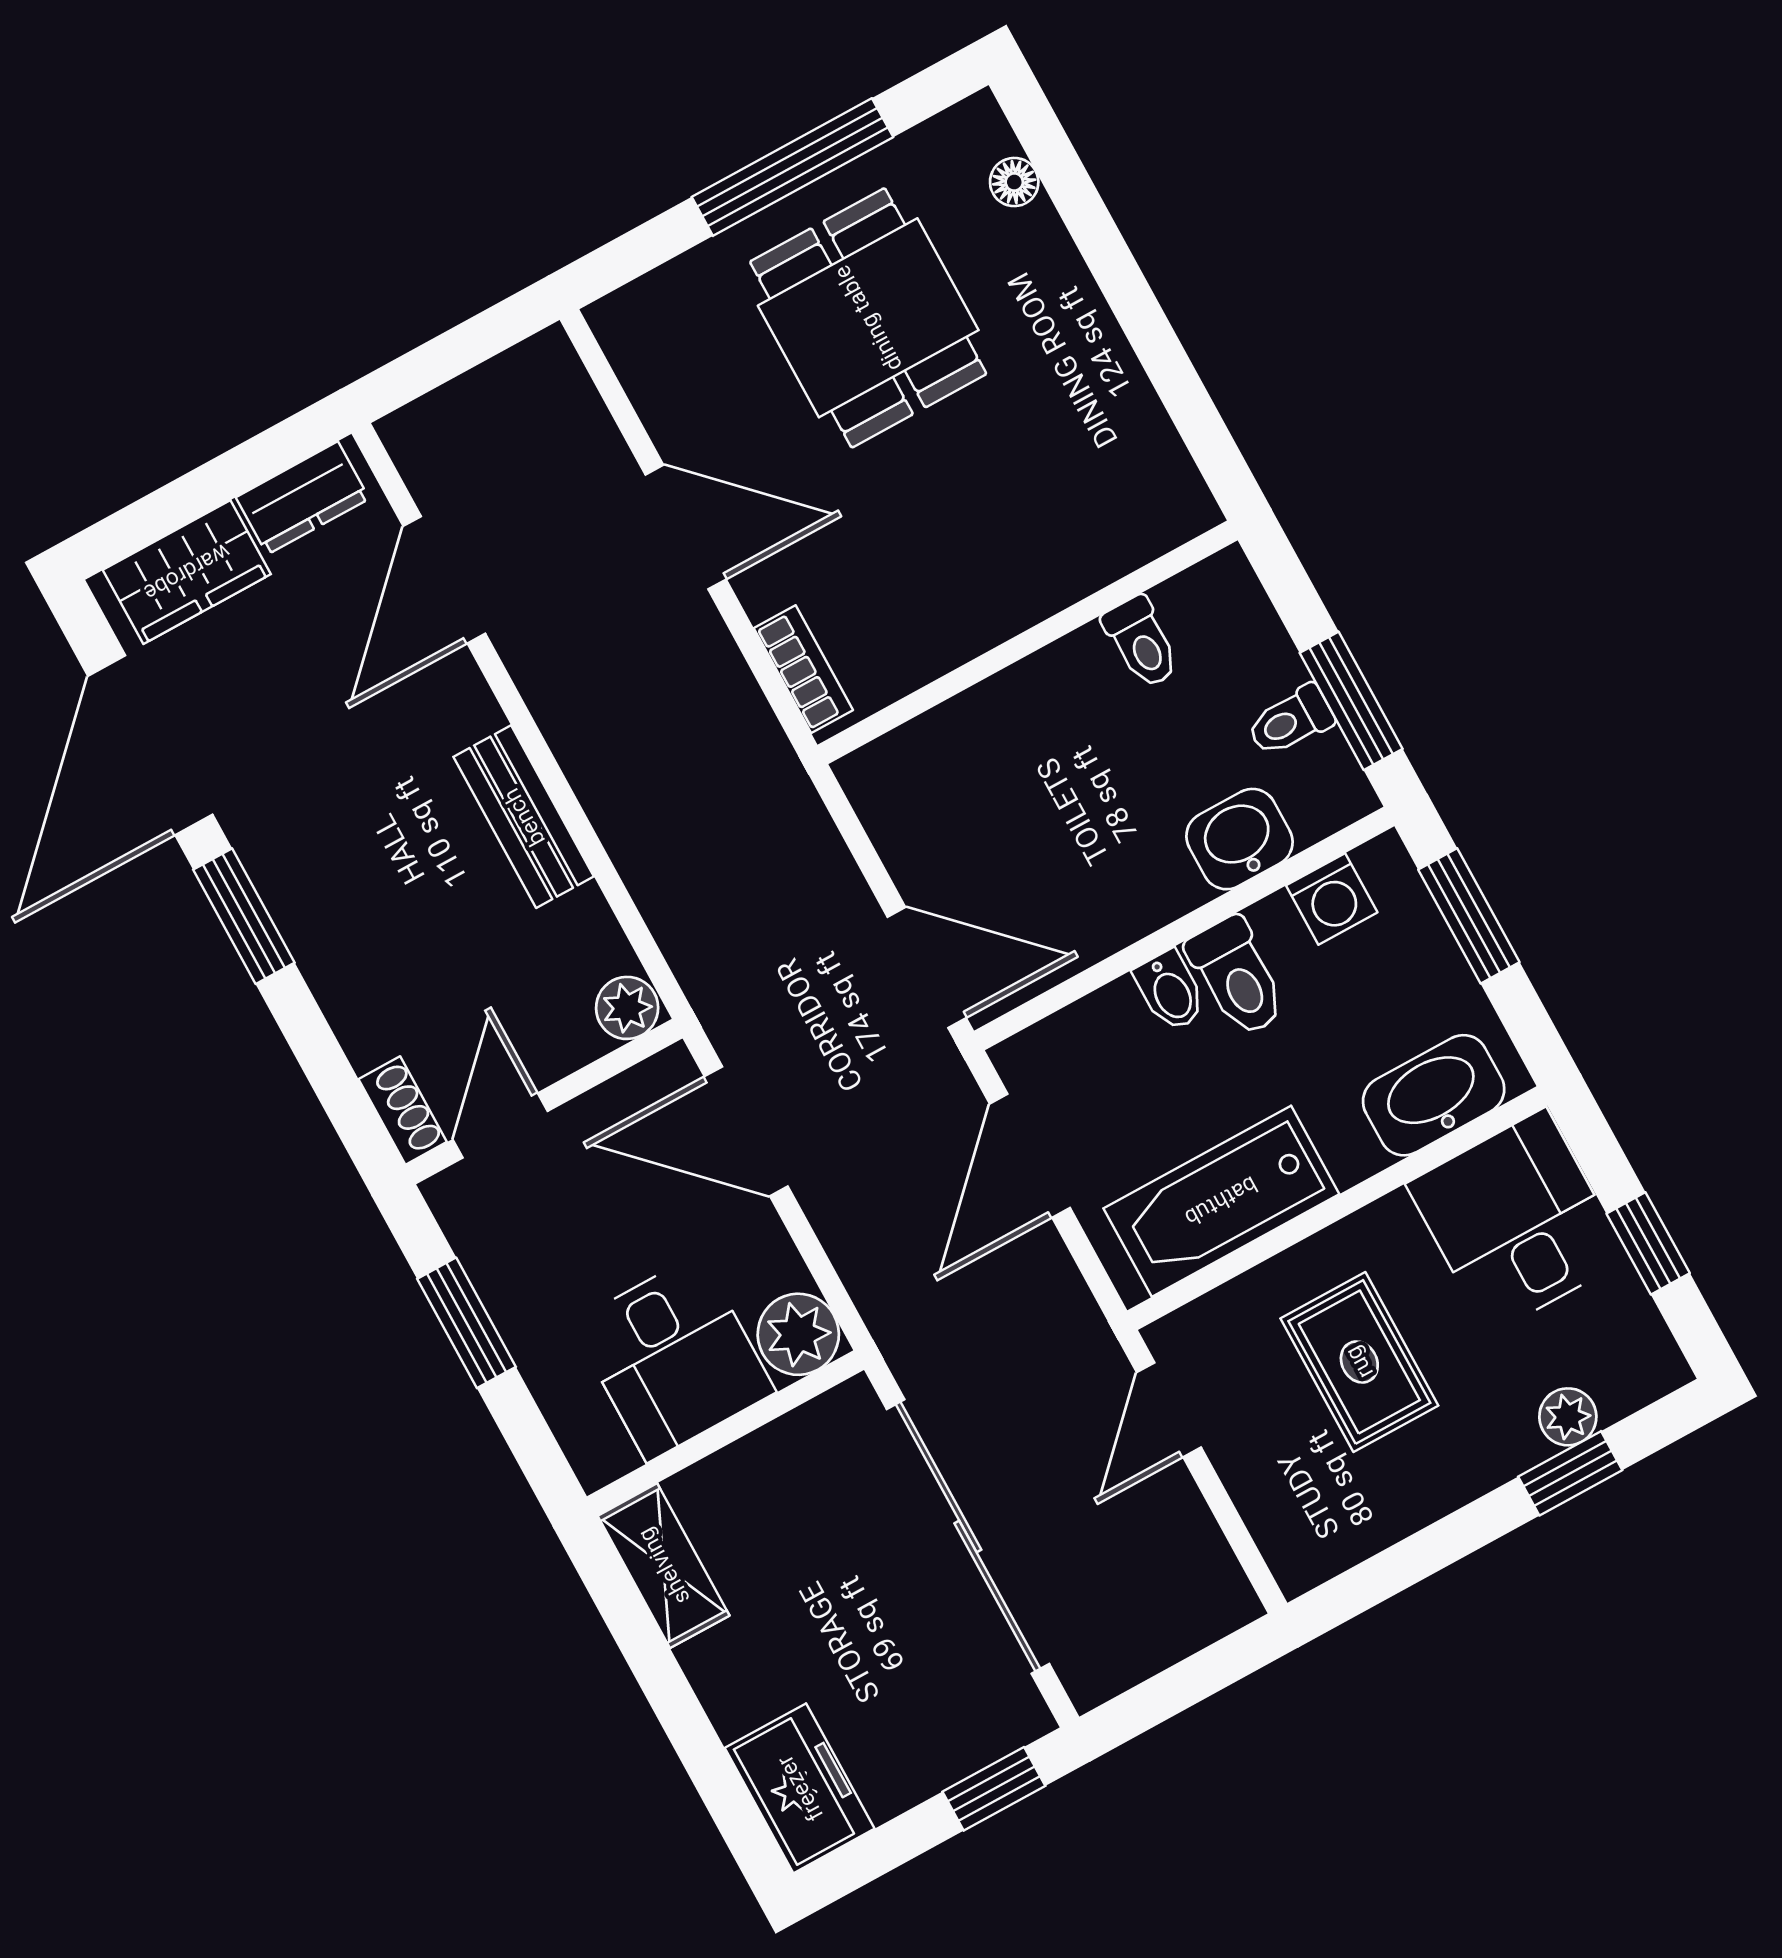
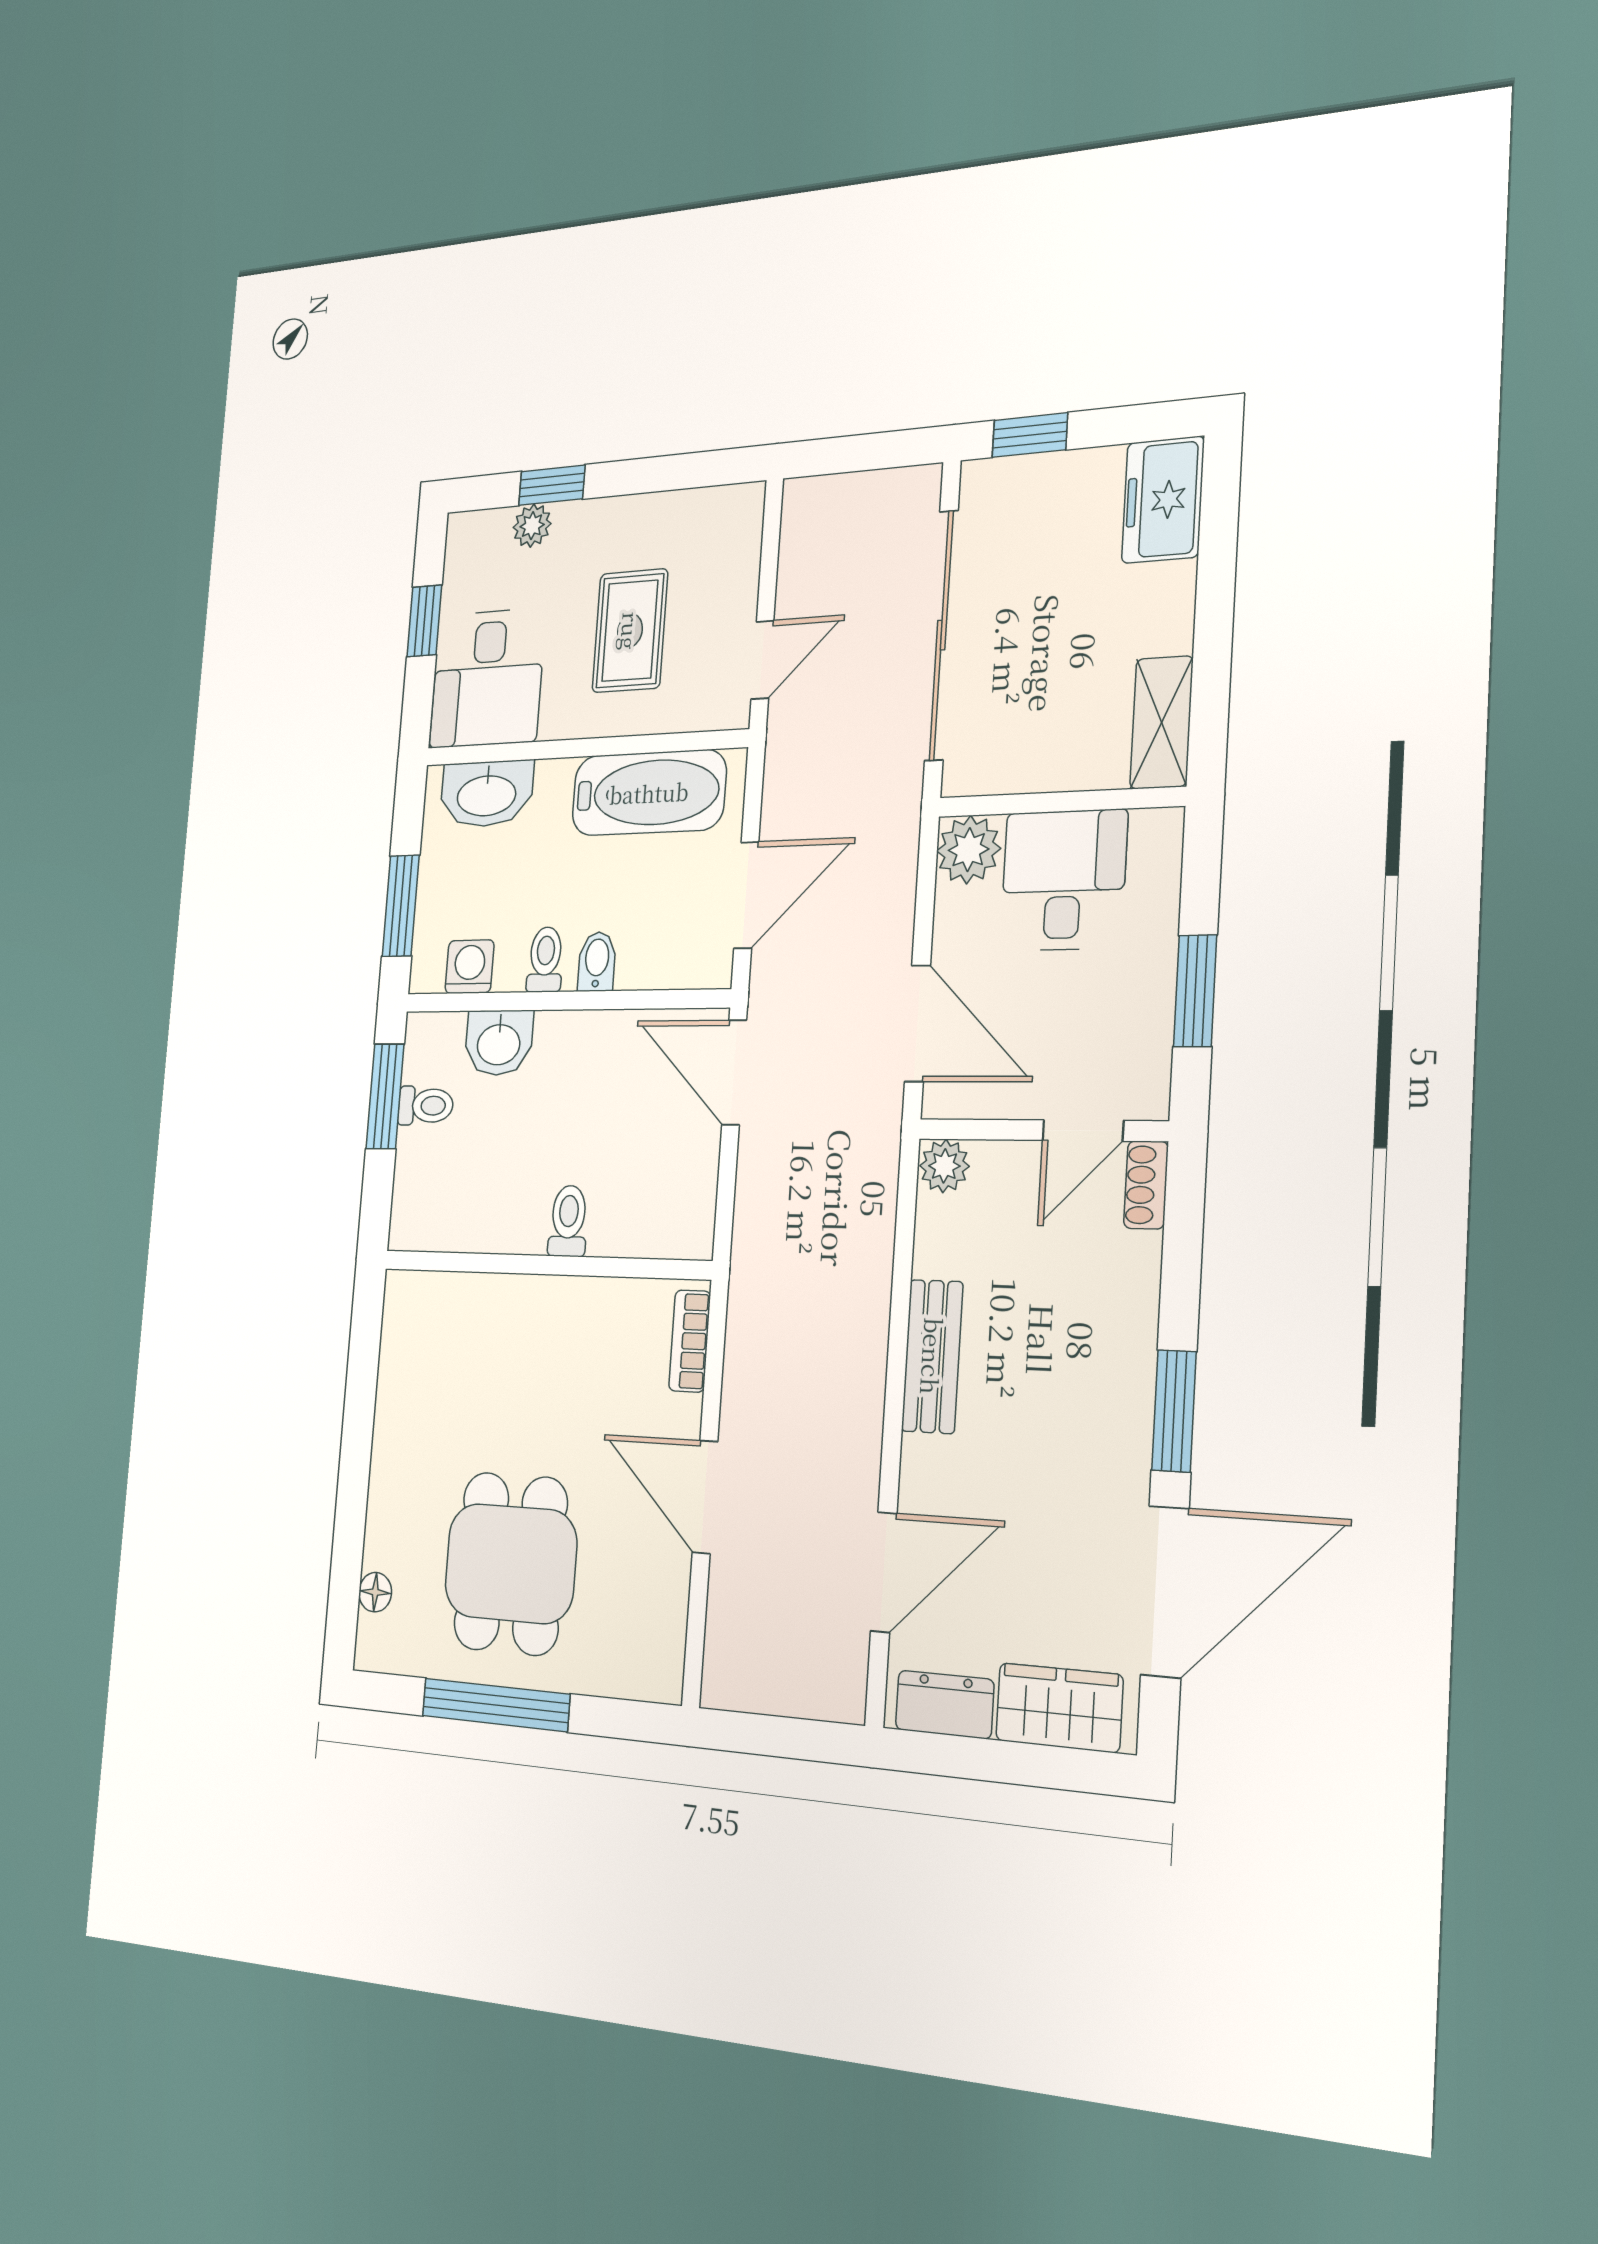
toilet: (1141, 642) -> (568, 1221), moved
toilet: (1237, 977) -> (545, 960), width x0.73, depth x0.72

